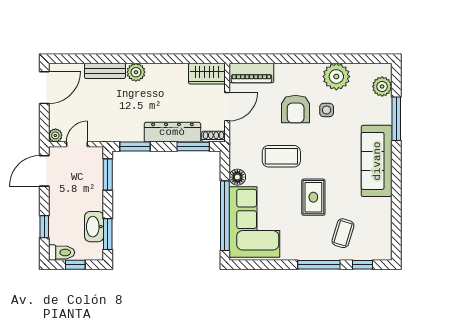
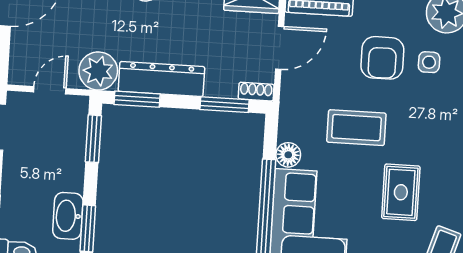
dresser: (172, 132) -> (161, 79), moved
plant: (55, 135) -> (98, 71), moved, width x1.88, depth x1.88

